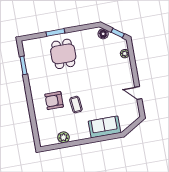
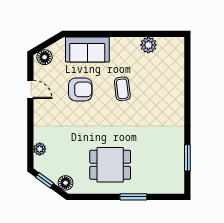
dining table: (63, 54) -> (110, 165), moved, turned 90
armchair: (54, 101) -> (80, 89), moved
floor lamp: (133, 117) -> (45, 57), added

